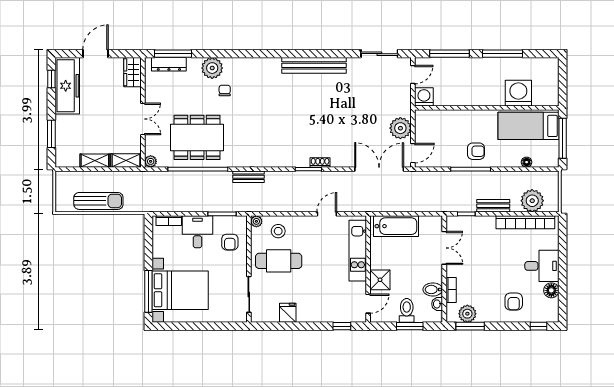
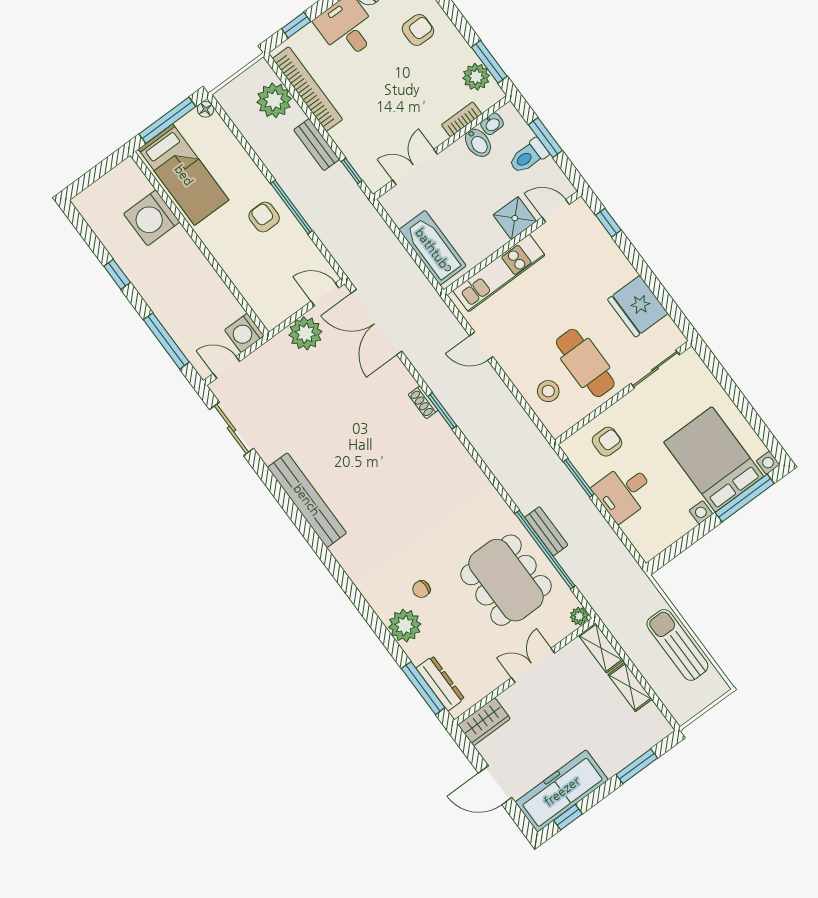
window: (503, 54) -> (117, 274), width x0.46
floor lamp: (527, 162) -> (206, 109), moved
bench: (249, 177) -> (546, 531), moved
bookcase: (169, 221) -> (637, 538), removed
plant: (256, 221) -> (556, 428), removed
window: (563, 241) -> (296, 25), added
fridge: (288, 313) -> (638, 306), width x1.88, depth x1.34

